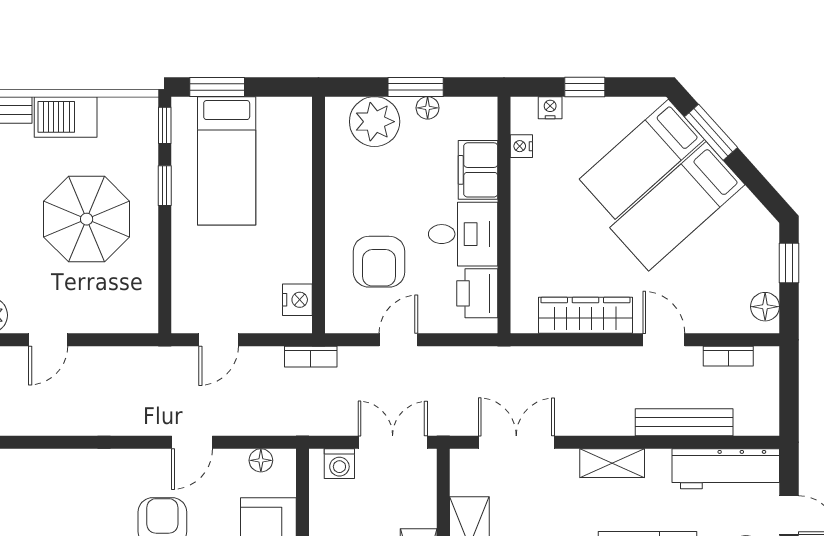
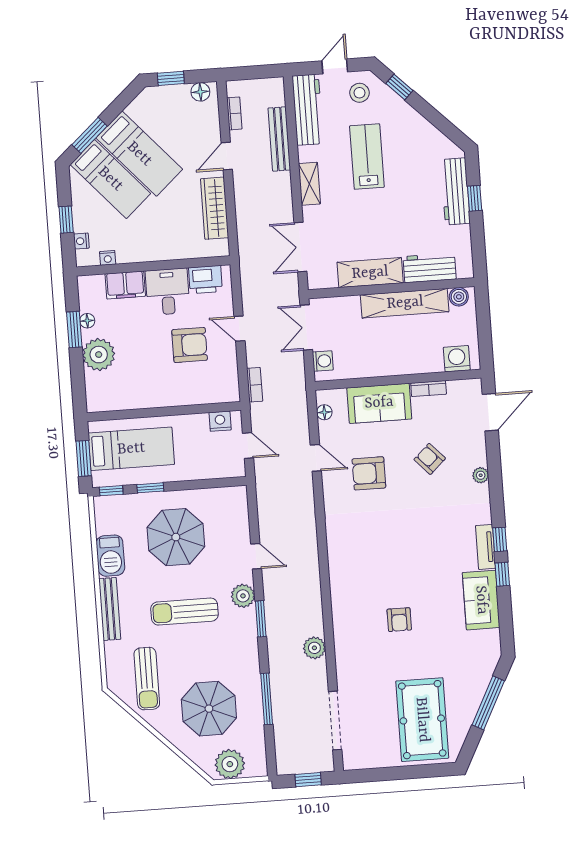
wall: (318, 215) -> (164, 412), moved
nightstand: (297, 300) -> (220, 421), moved

